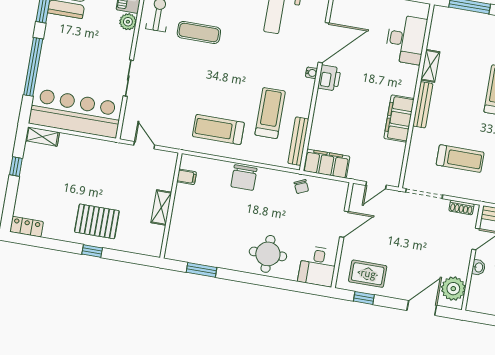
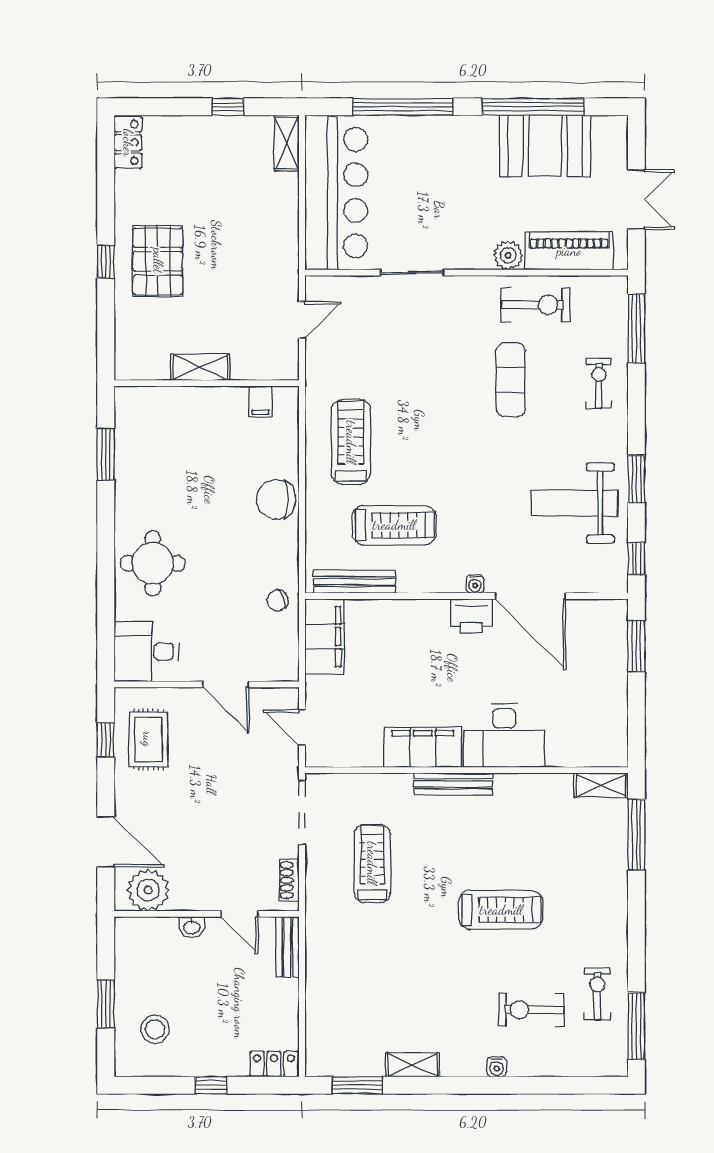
desk: (406, 39) -> (504, 736), moved
shelving: (430, 66) -> (601, 785), moved
treadmill: (460, 159) -> (372, 863), turned 180

